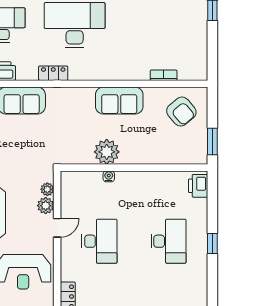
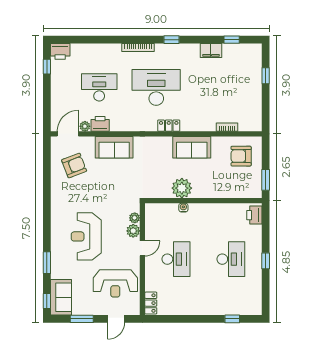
locker: (53, 73) -> (169, 126), moved
armchair: (181, 112) -> (241, 156), turned 130

